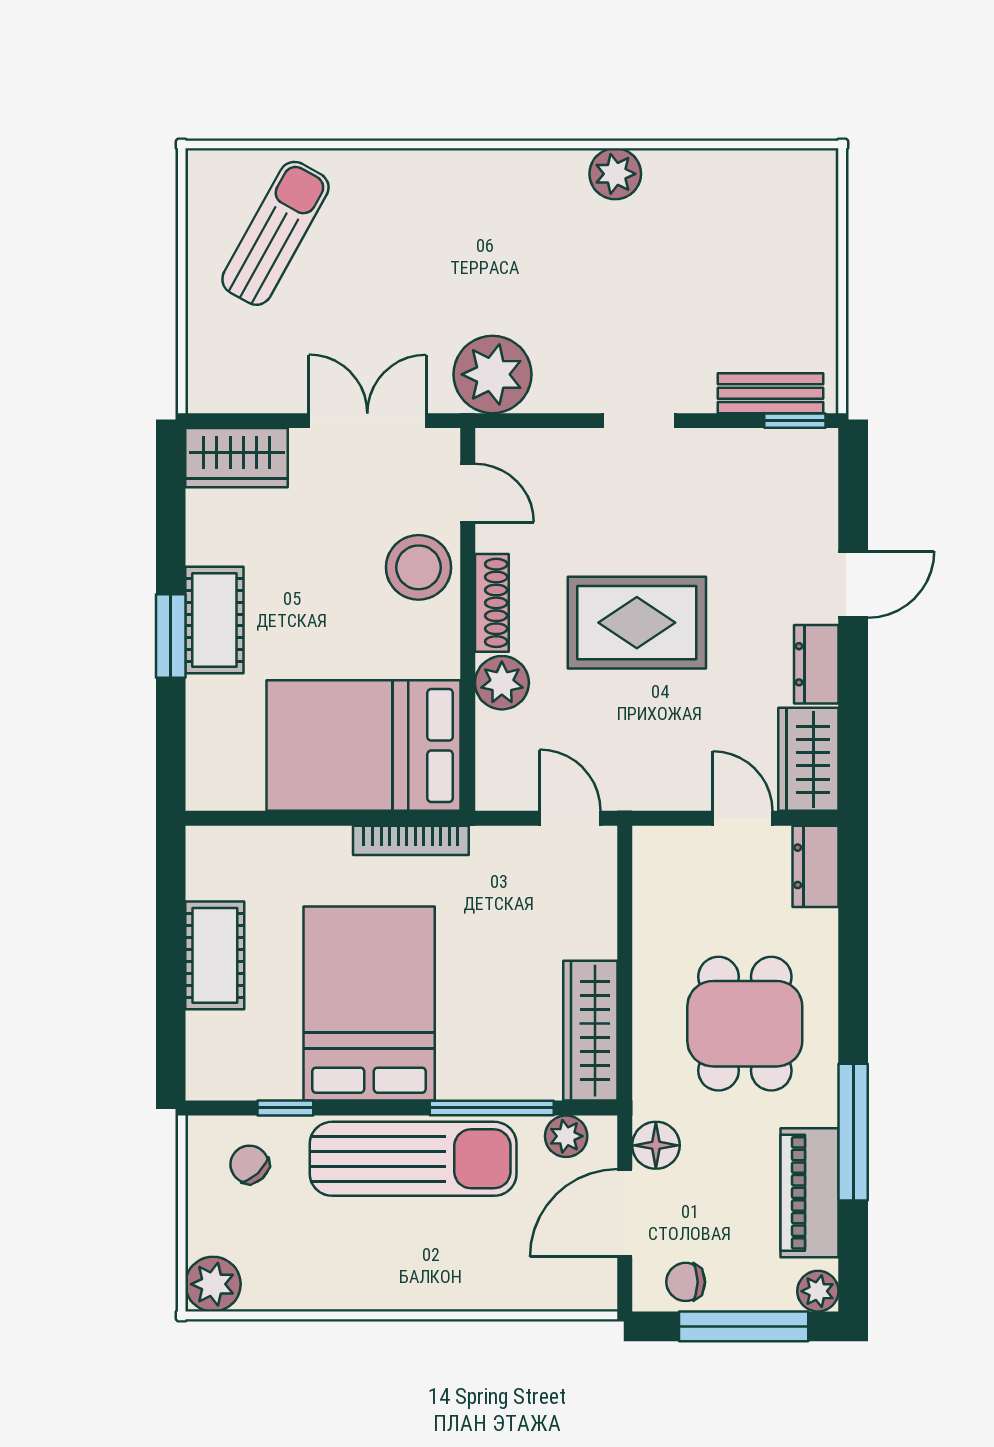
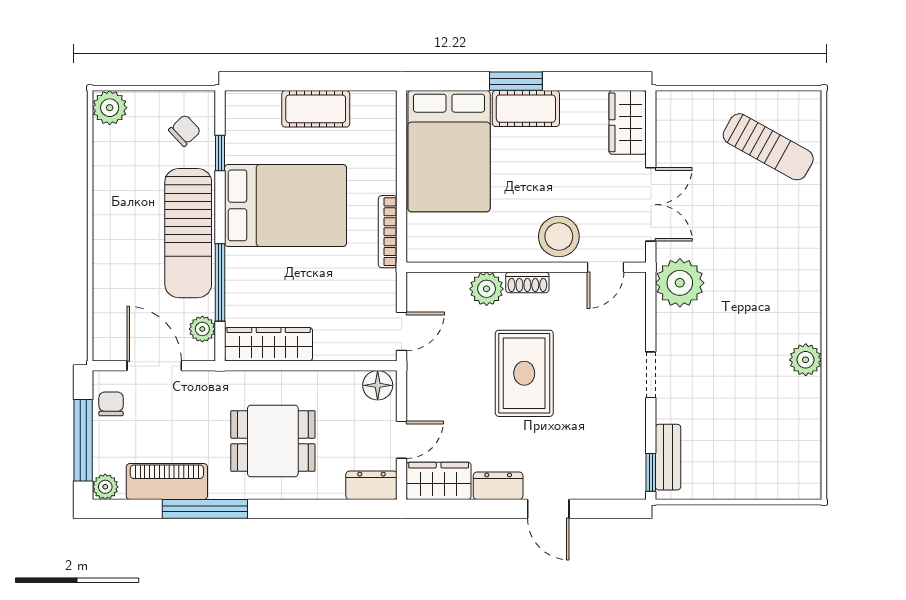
shoe rack: (492, 603) -> (527, 282), width x0.70
bed: (364, 746) -> (449, 151), moved, turned 180
floor lamp: (656, 1145) -> (378, 385), moved

